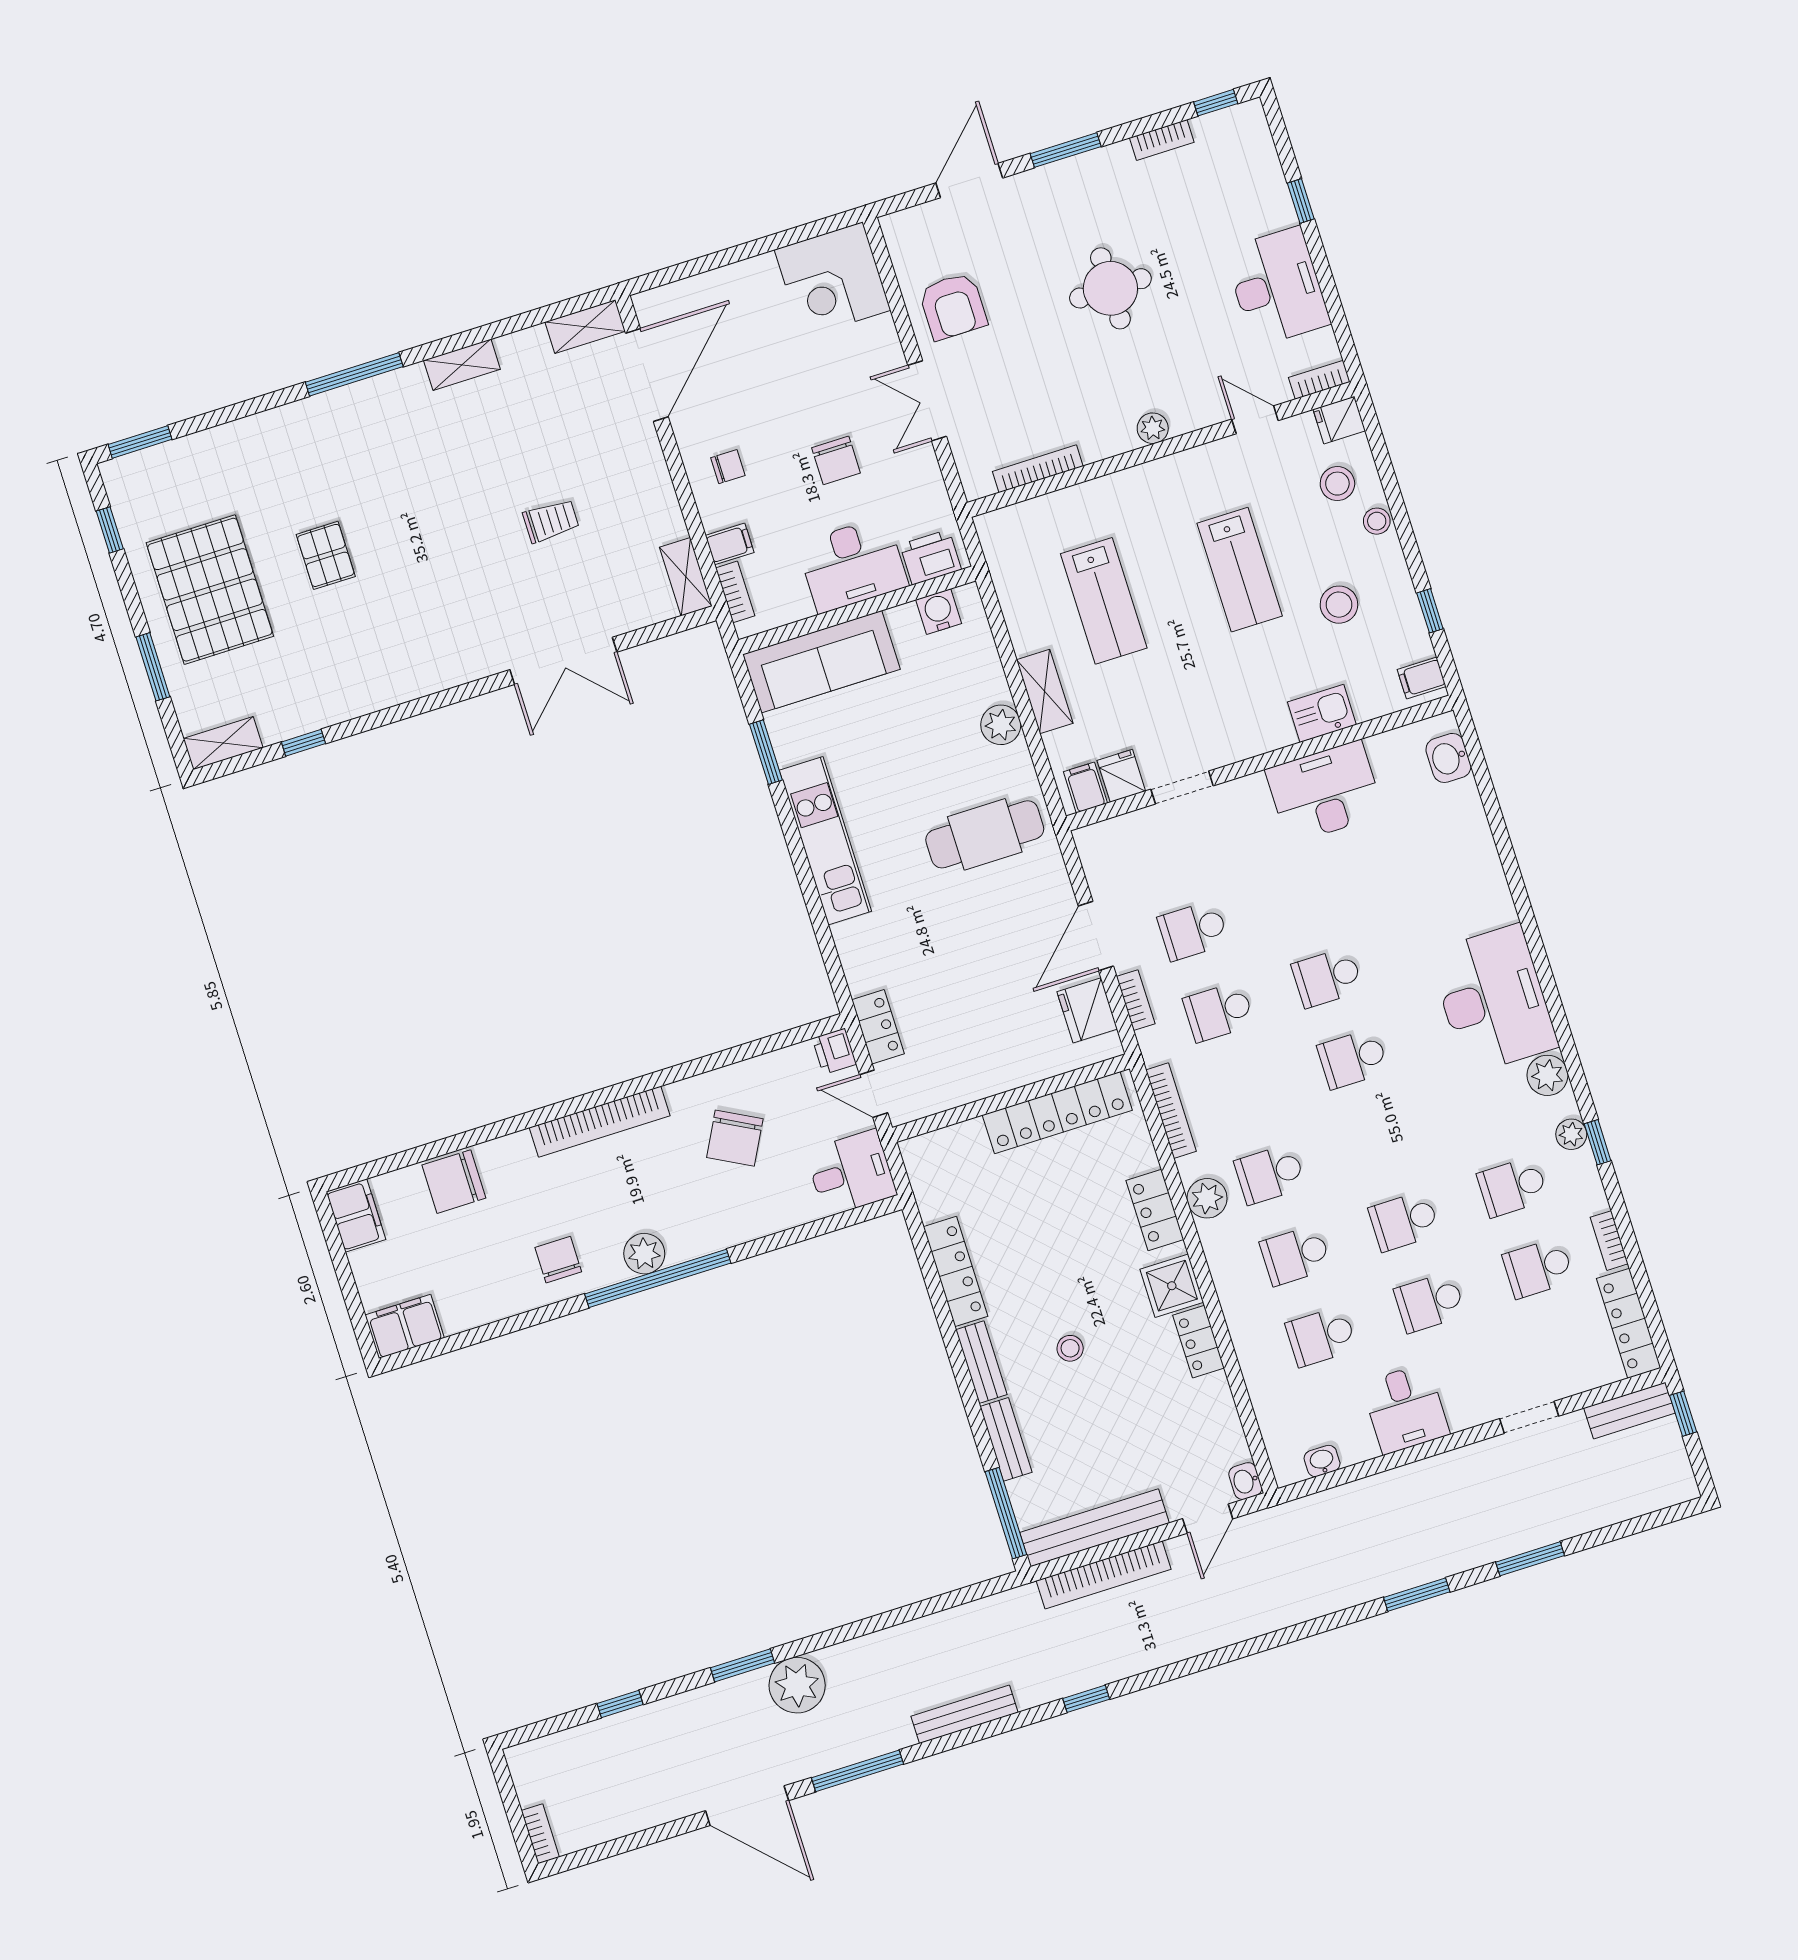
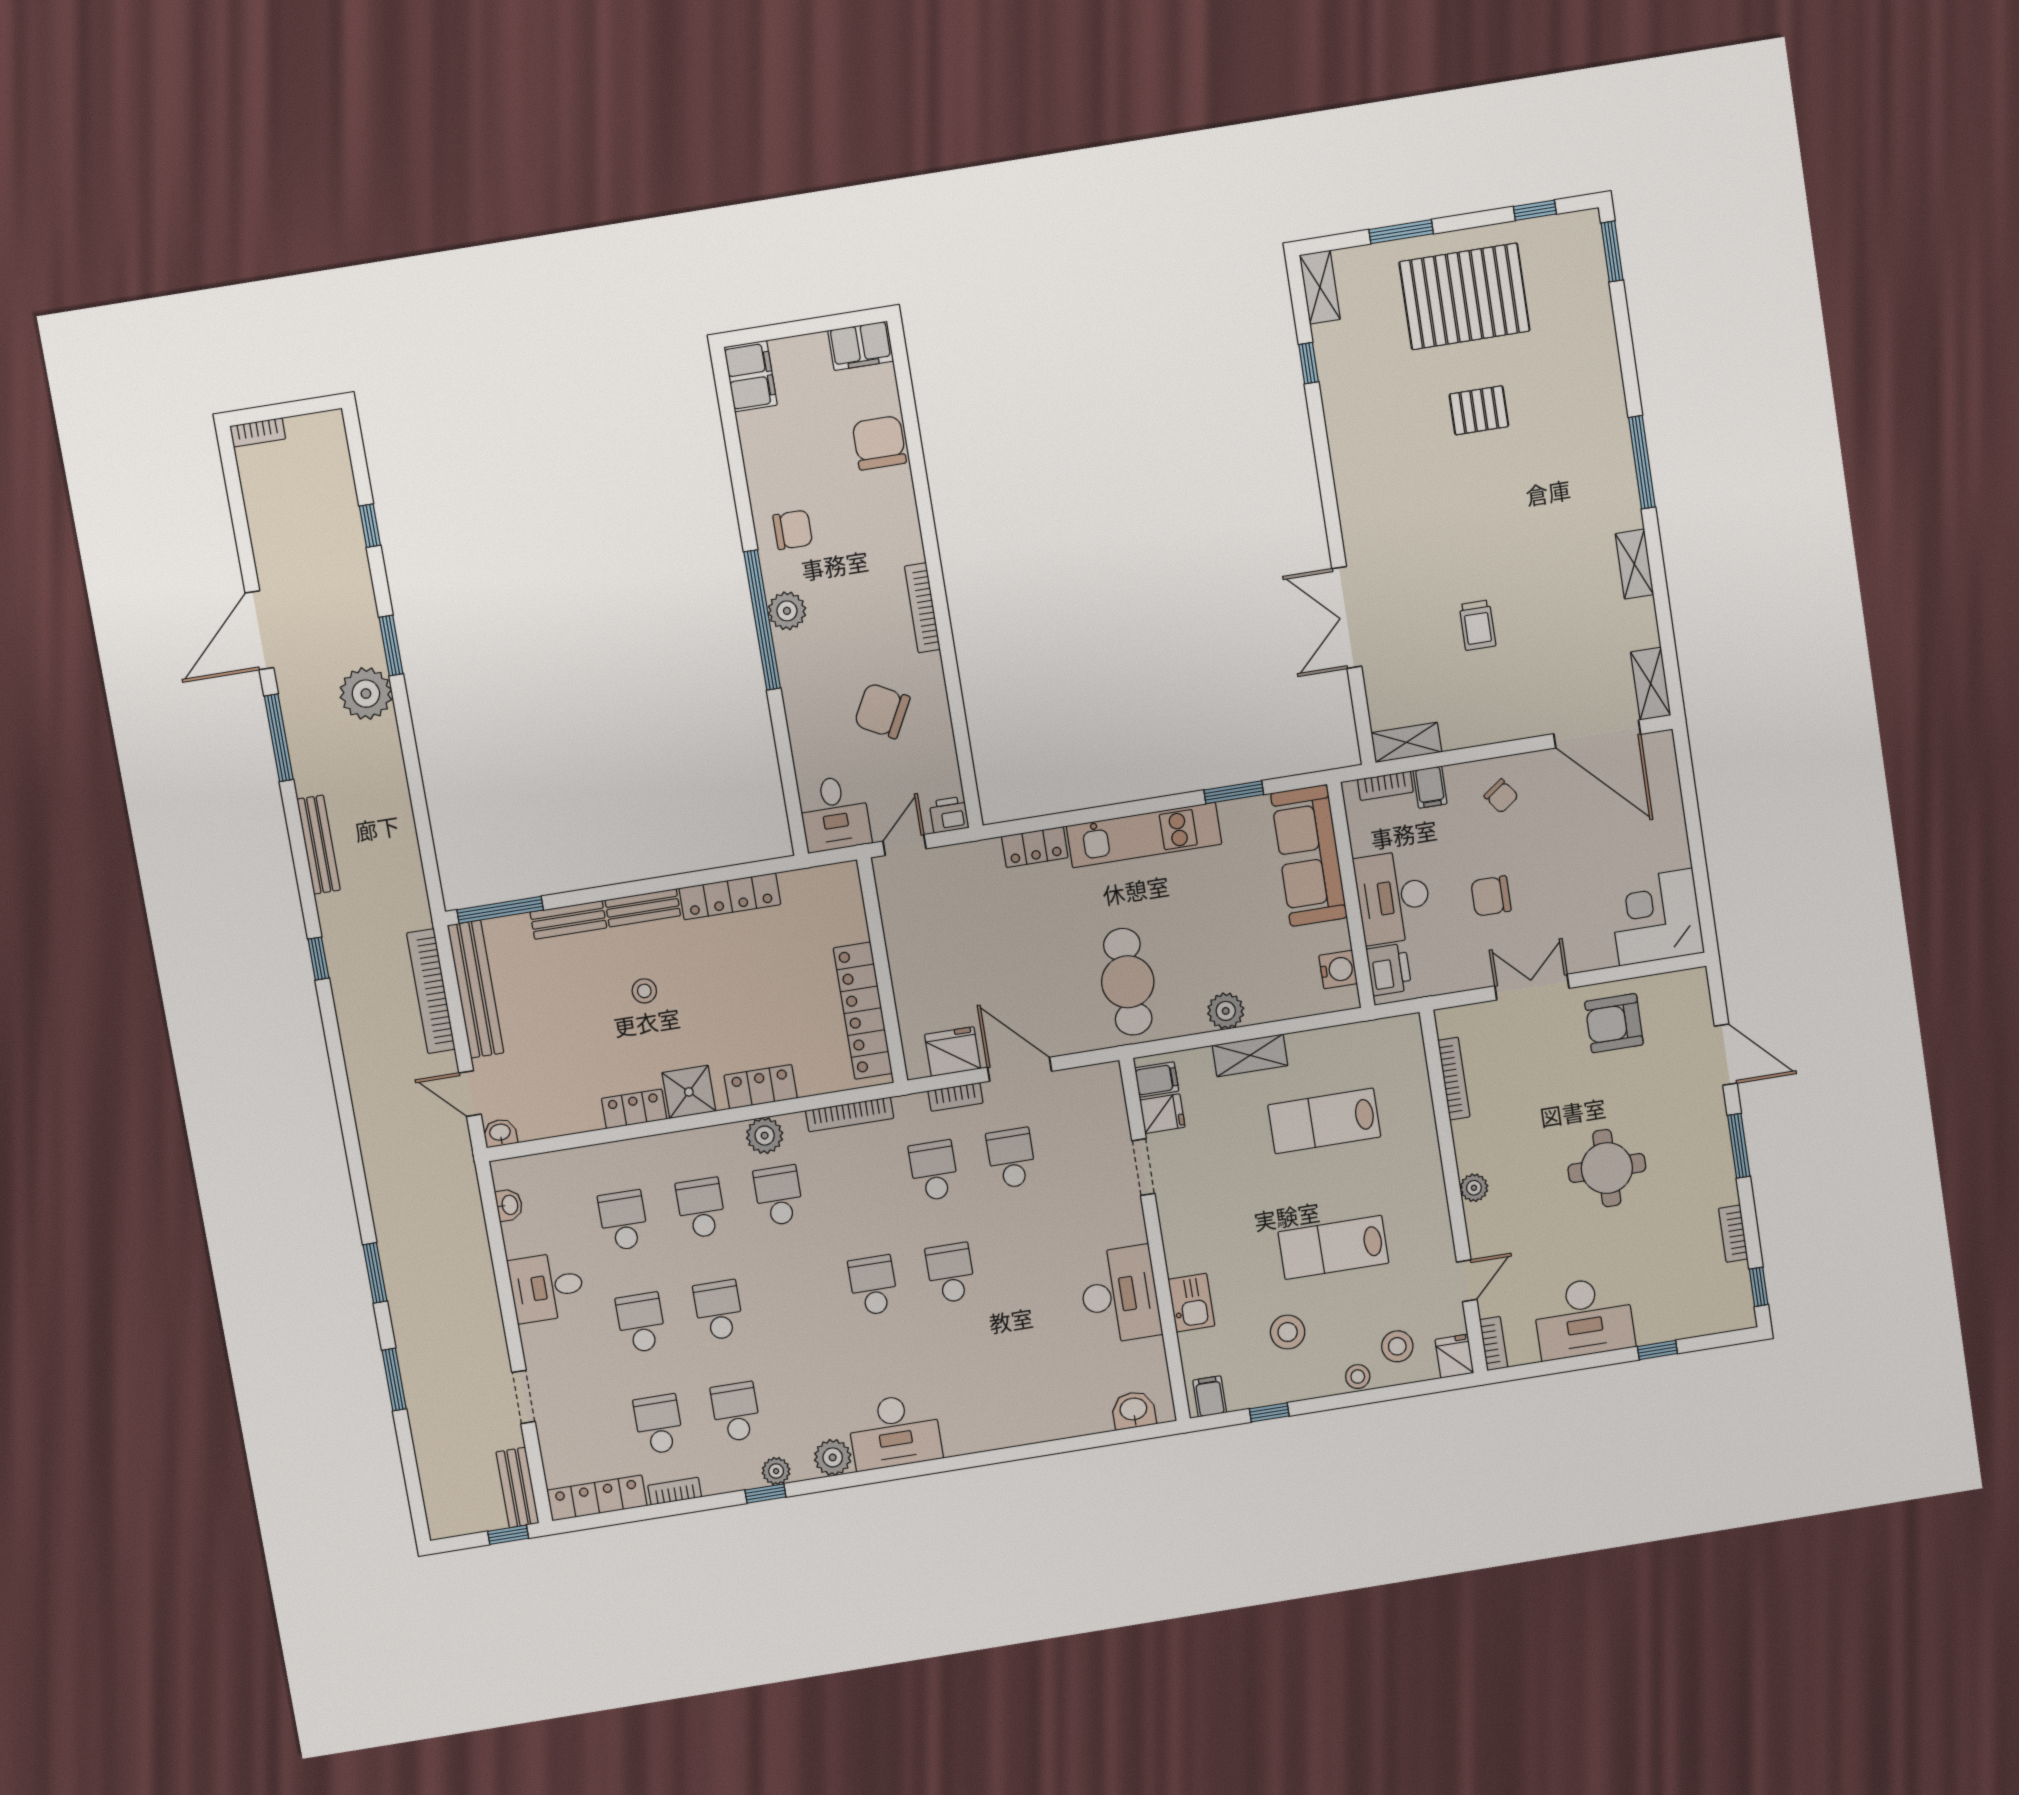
chair: (728, 467) -> (1501, 796), turned -36
desk: (1493, 999) -> (895, 1432), width x0.73, depth x0.77
locker: (878, 1027) -> (1035, 847), moved
bookcase: (600, 1122) -> (922, 608), width x0.68, depth x0.76

